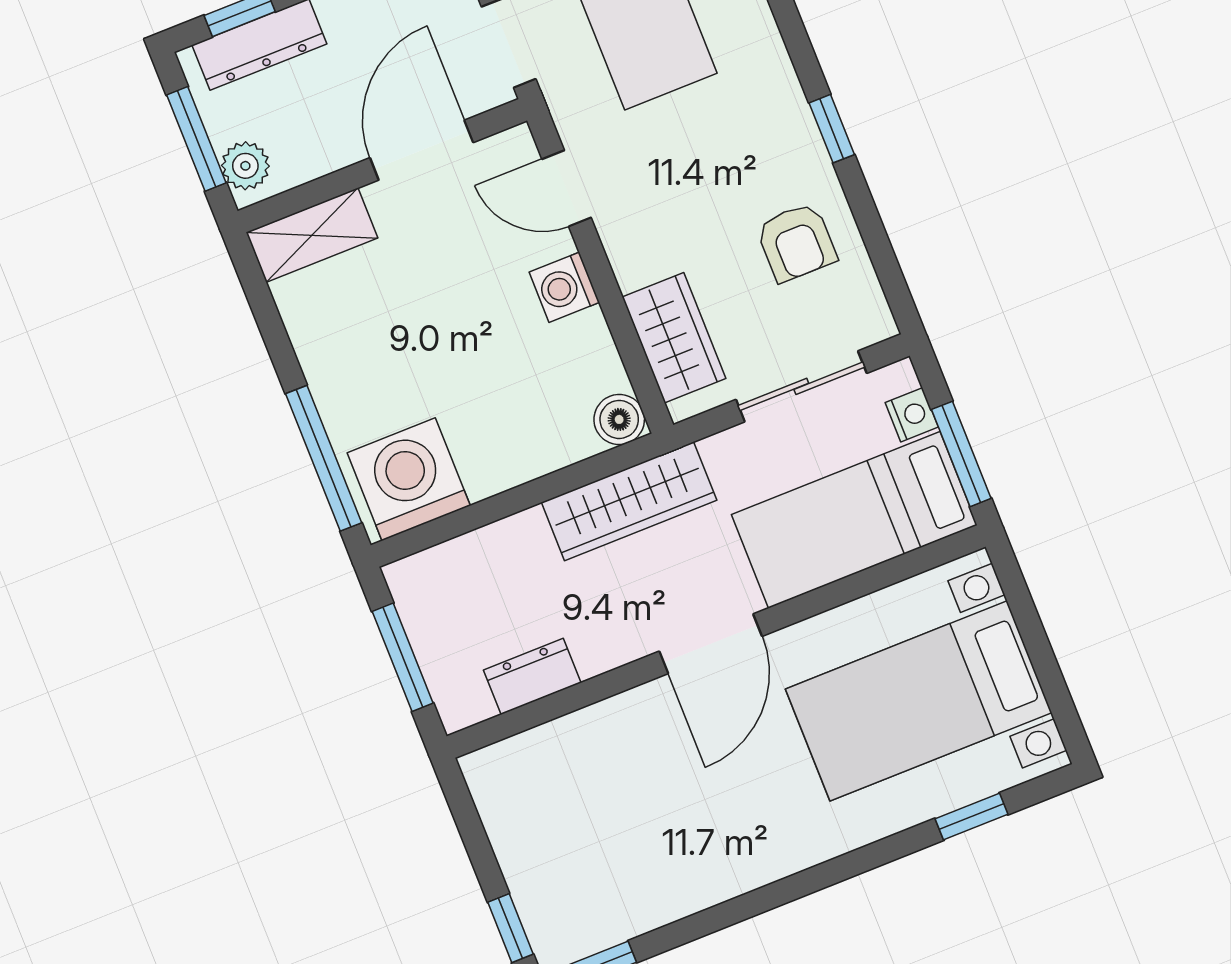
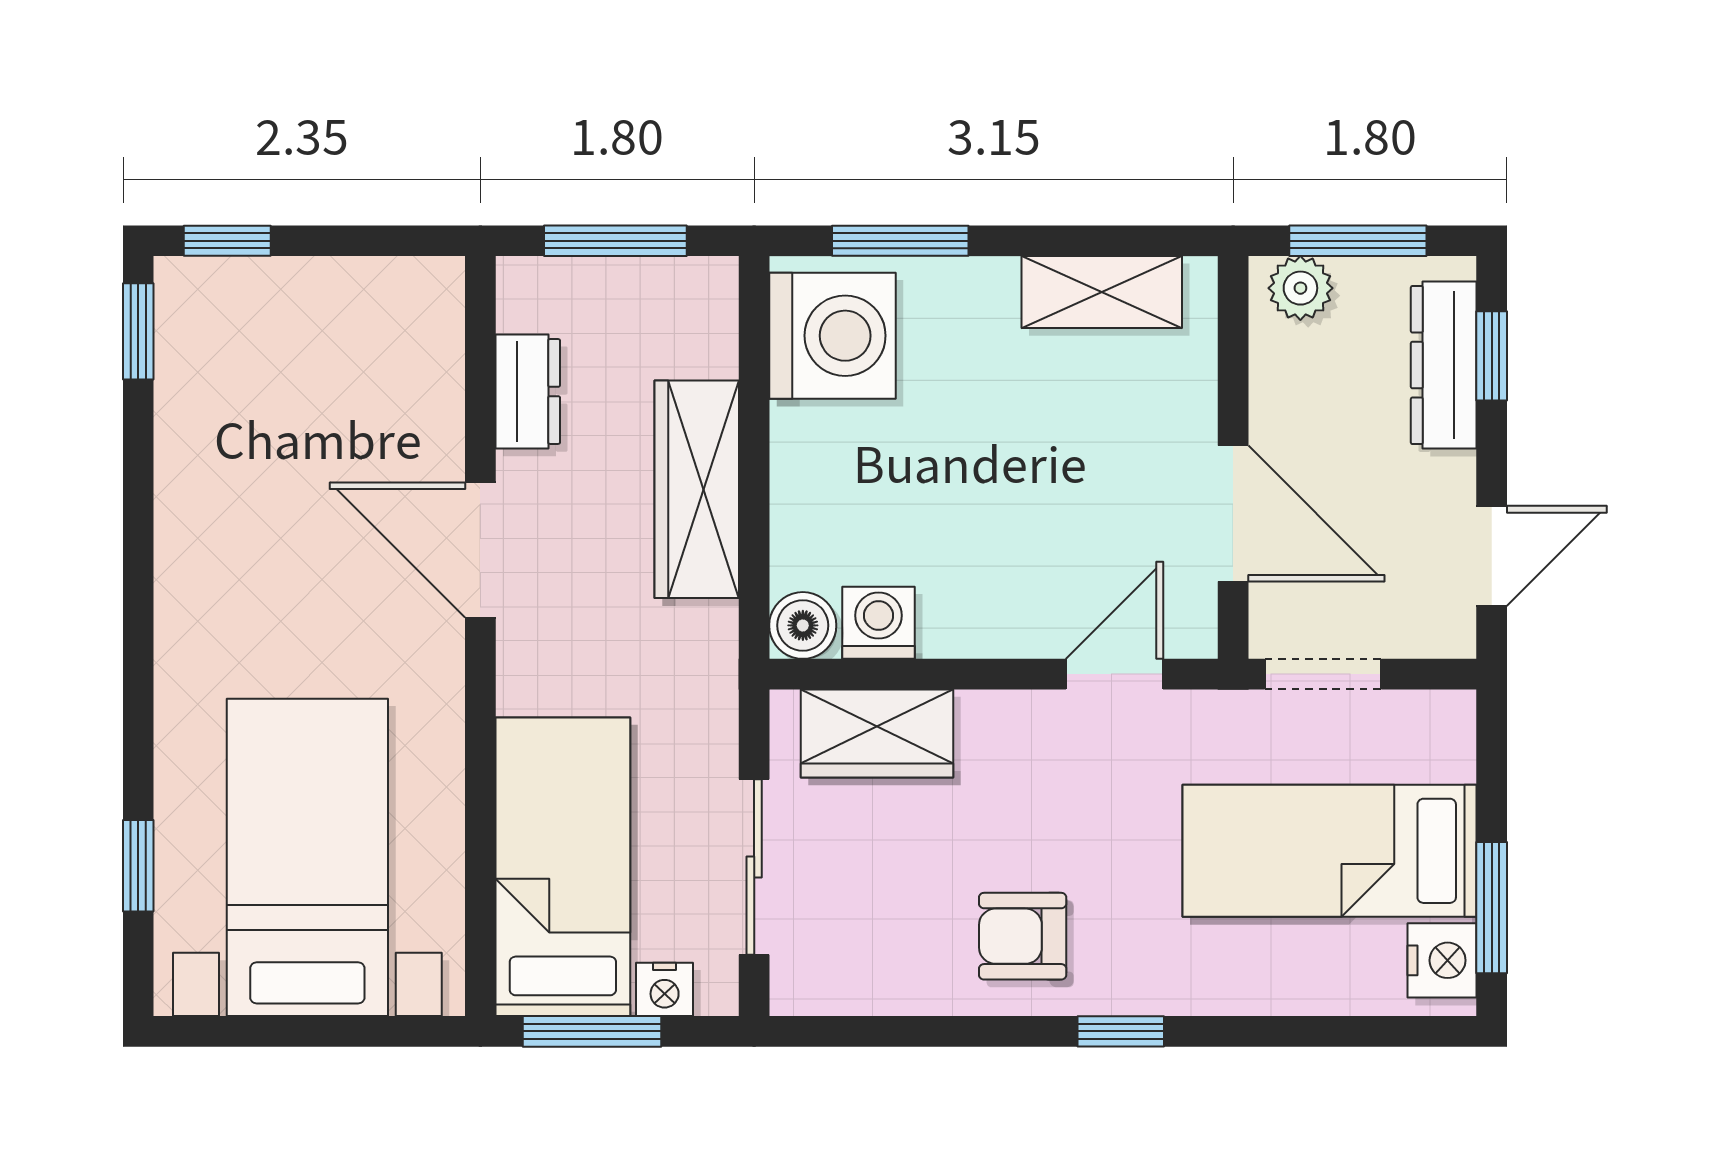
window: (832, 129) -> (1121, 1031), moved
shelving: (312, 235) -> (1102, 292), moved, turned 90
armchair: (796, 242) -> (1023, 936), moved
washing machine: (564, 287) -> (879, 623), moved
window: (324, 458) -> (900, 241), width x0.69
wardrobe: (629, 501) -> (697, 489), moved
door: (711, 644) -> (480, 550), moved

